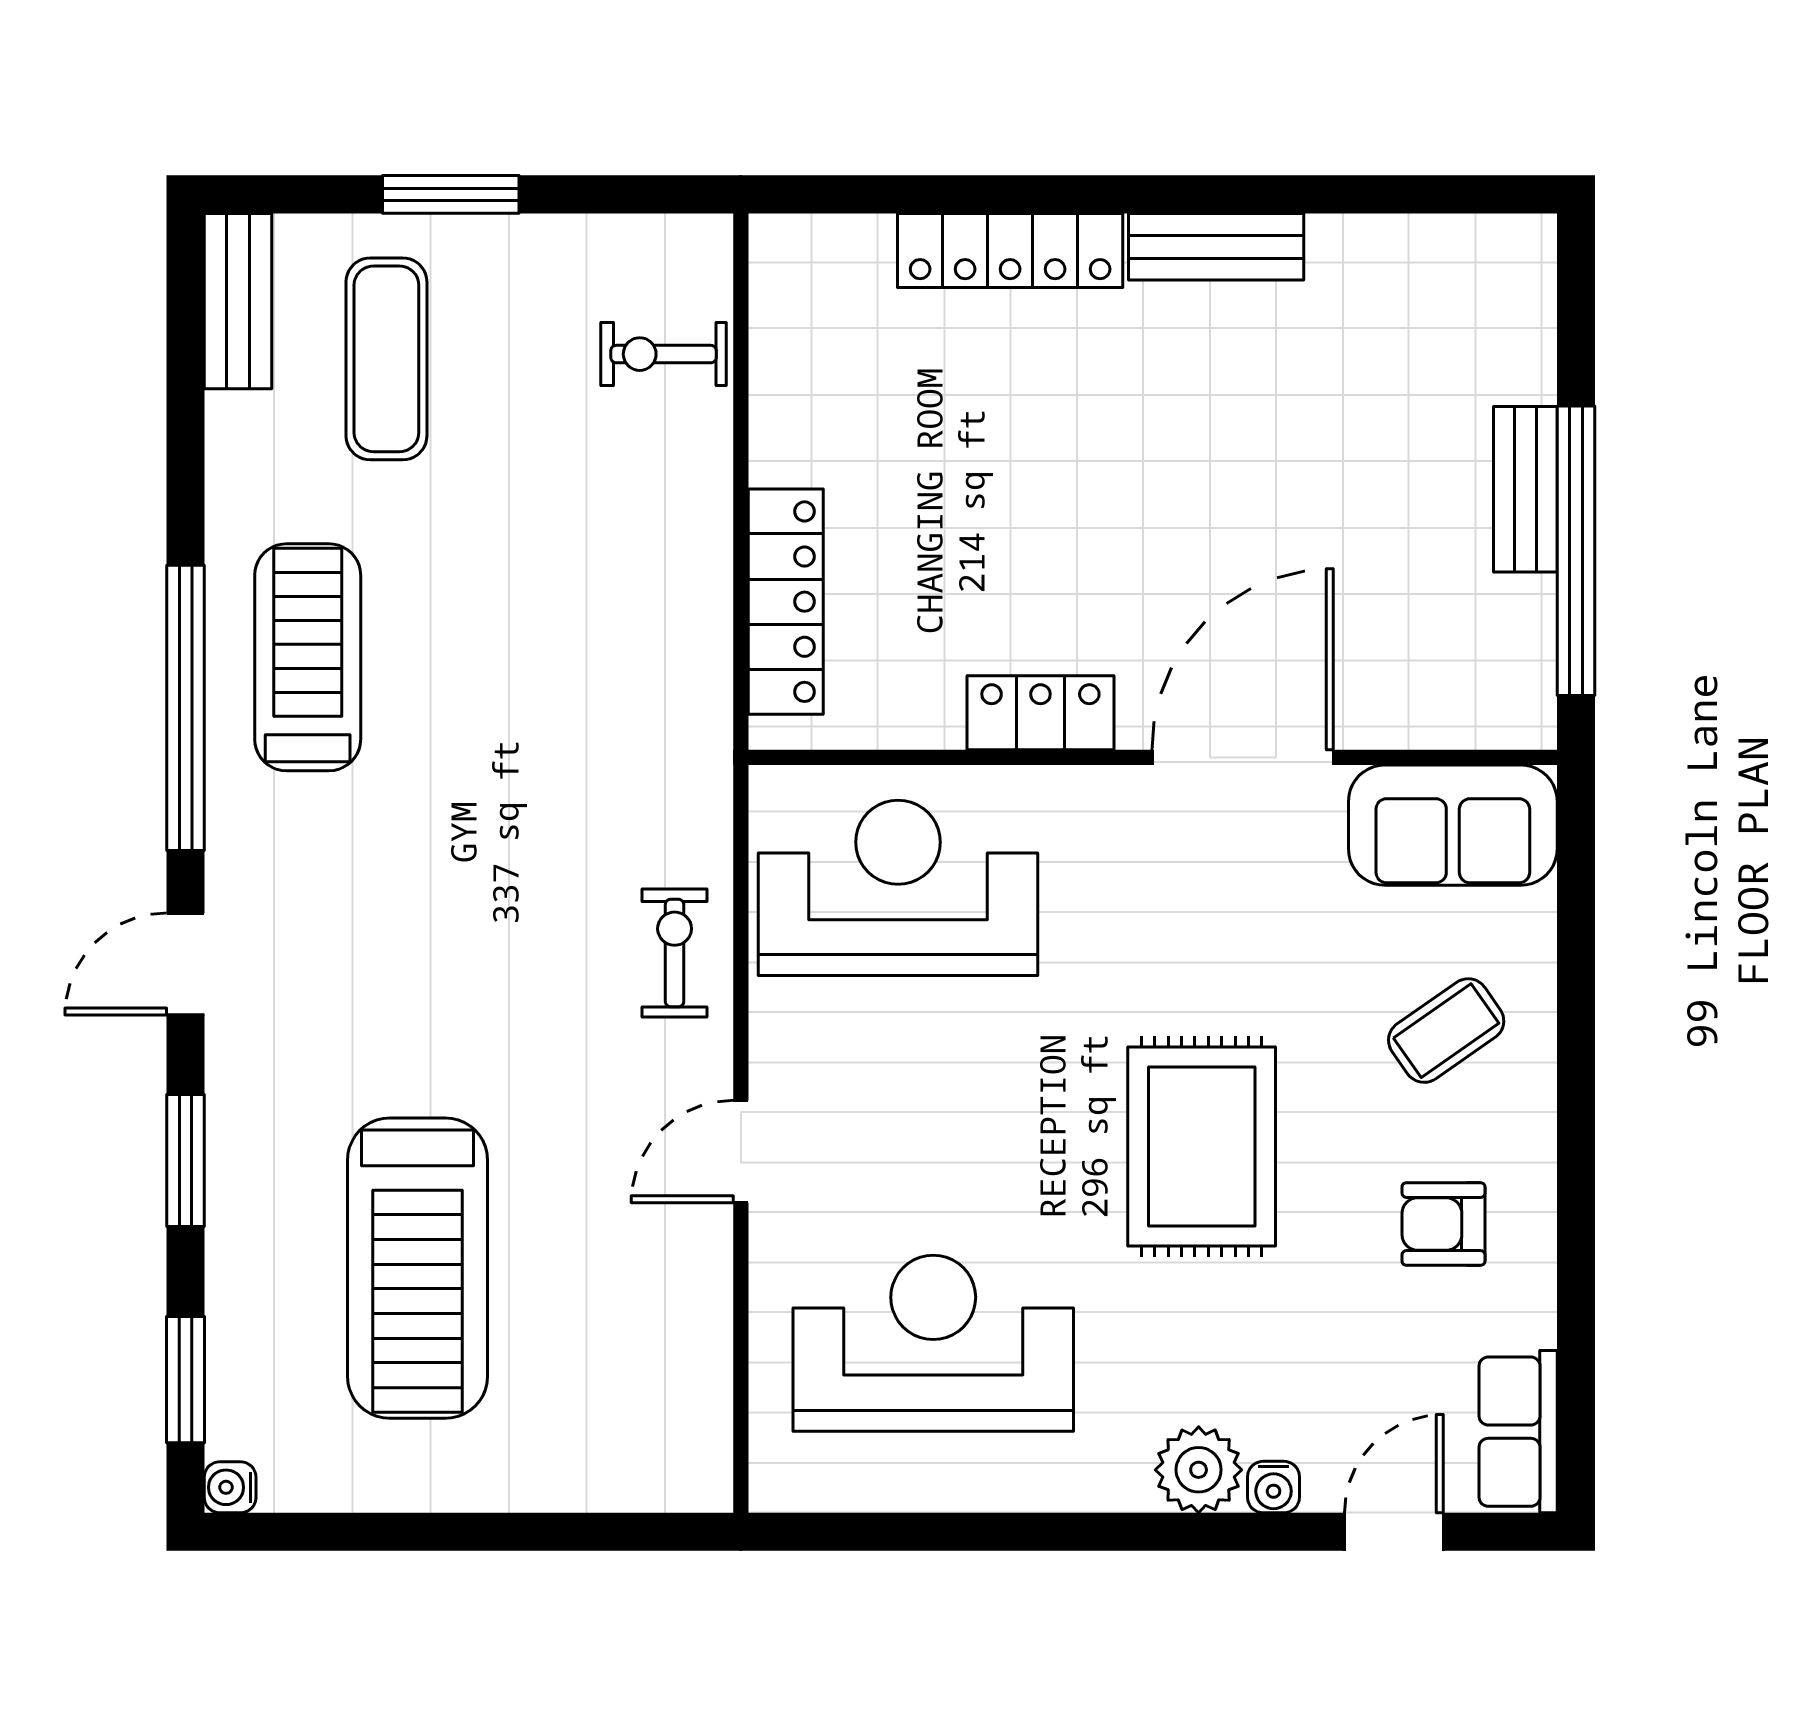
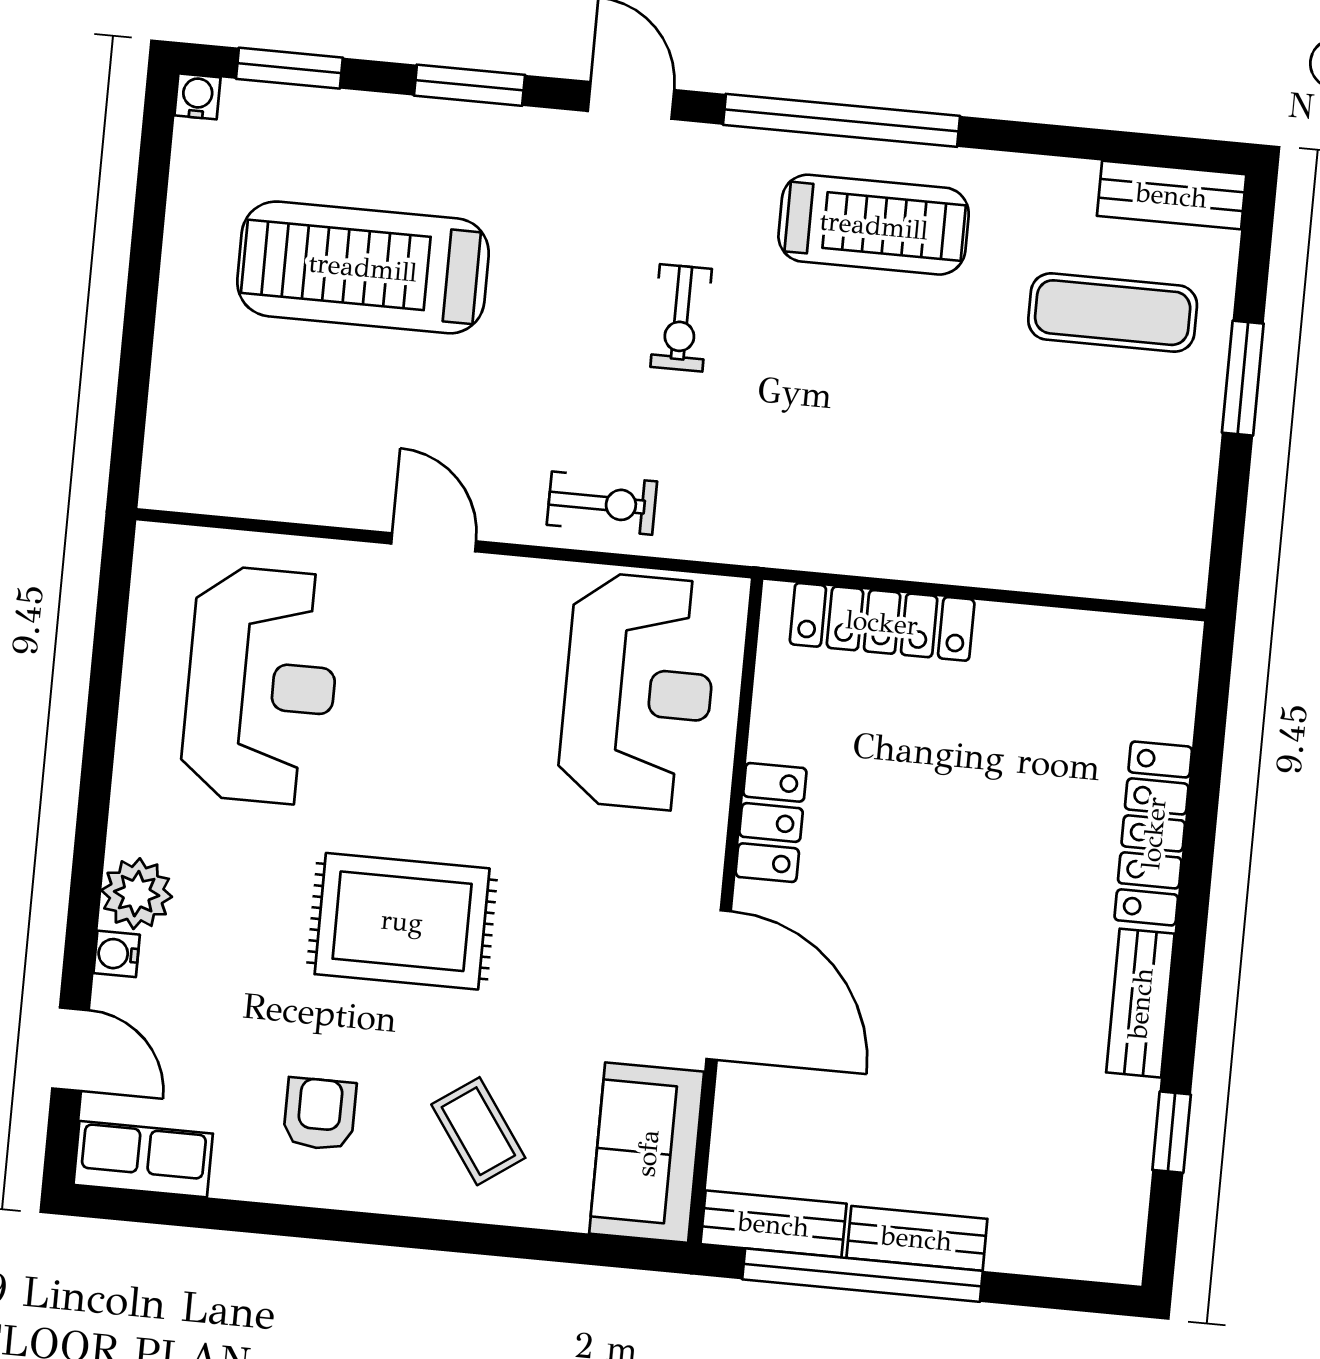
window: (1368, 194) -> (1172, 1132), added
exercise bike: (663, 354) -> (681, 318), moved, turned 180
bench: (1524, 664) -> (774, 1224), added

